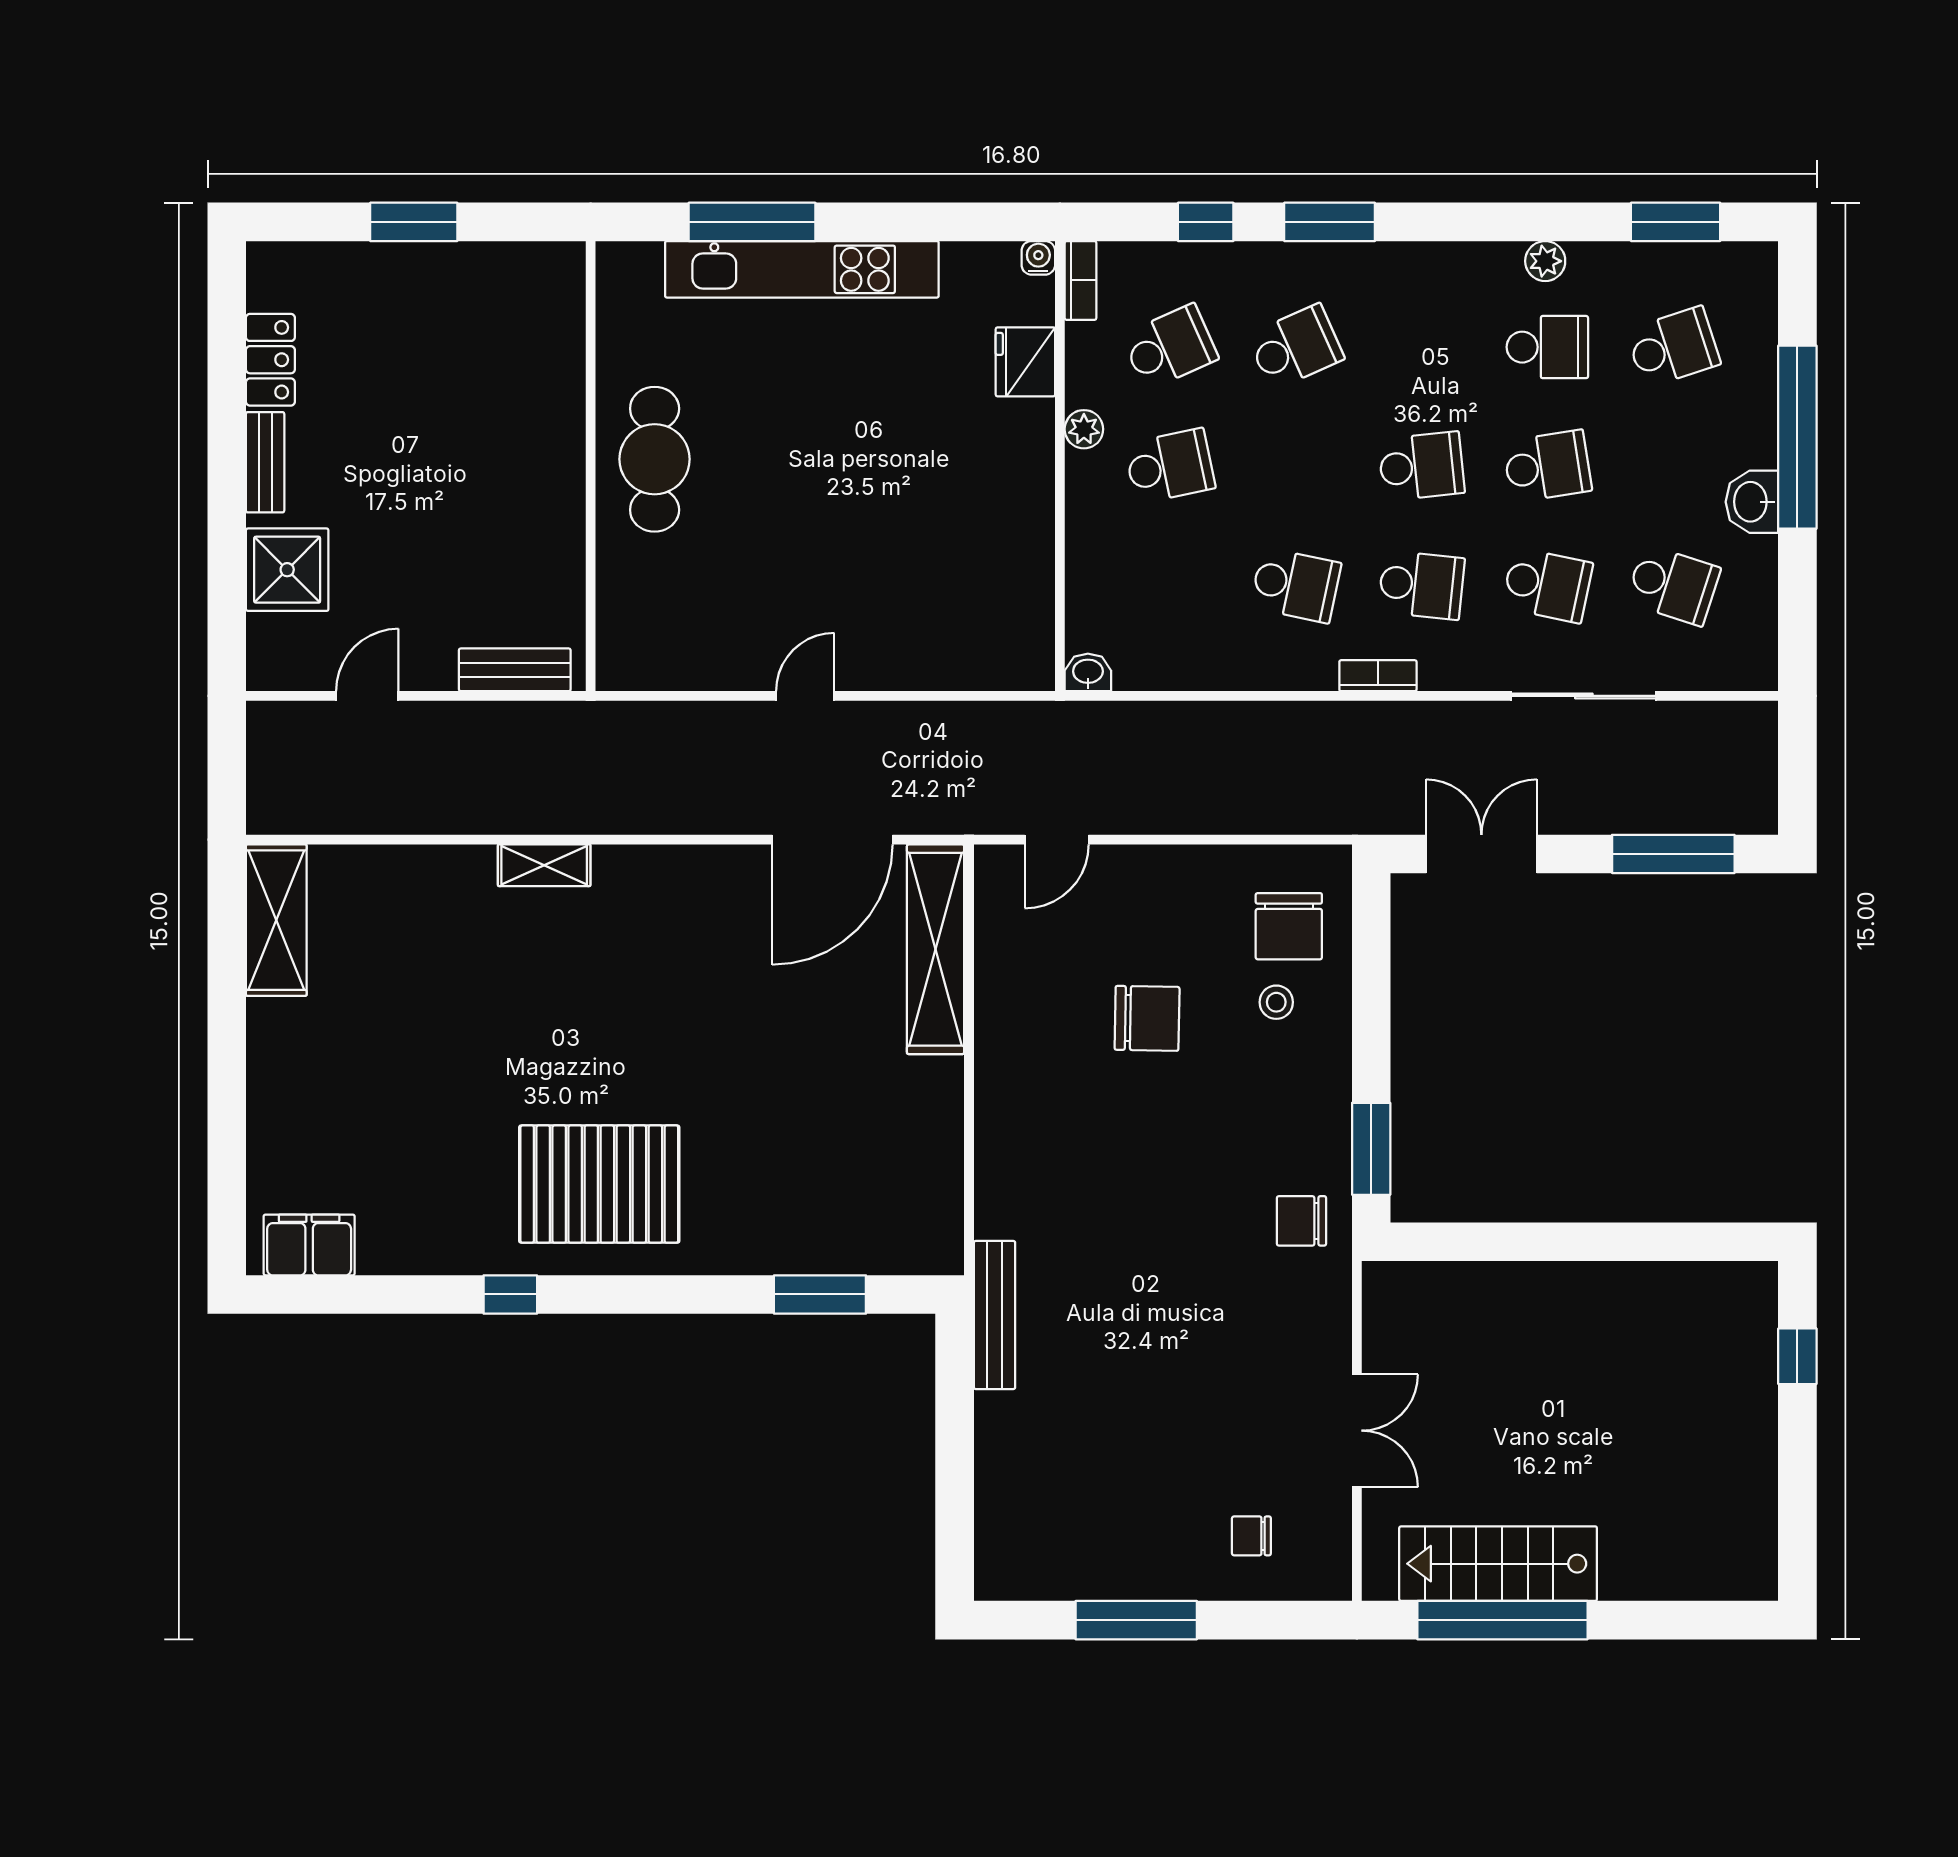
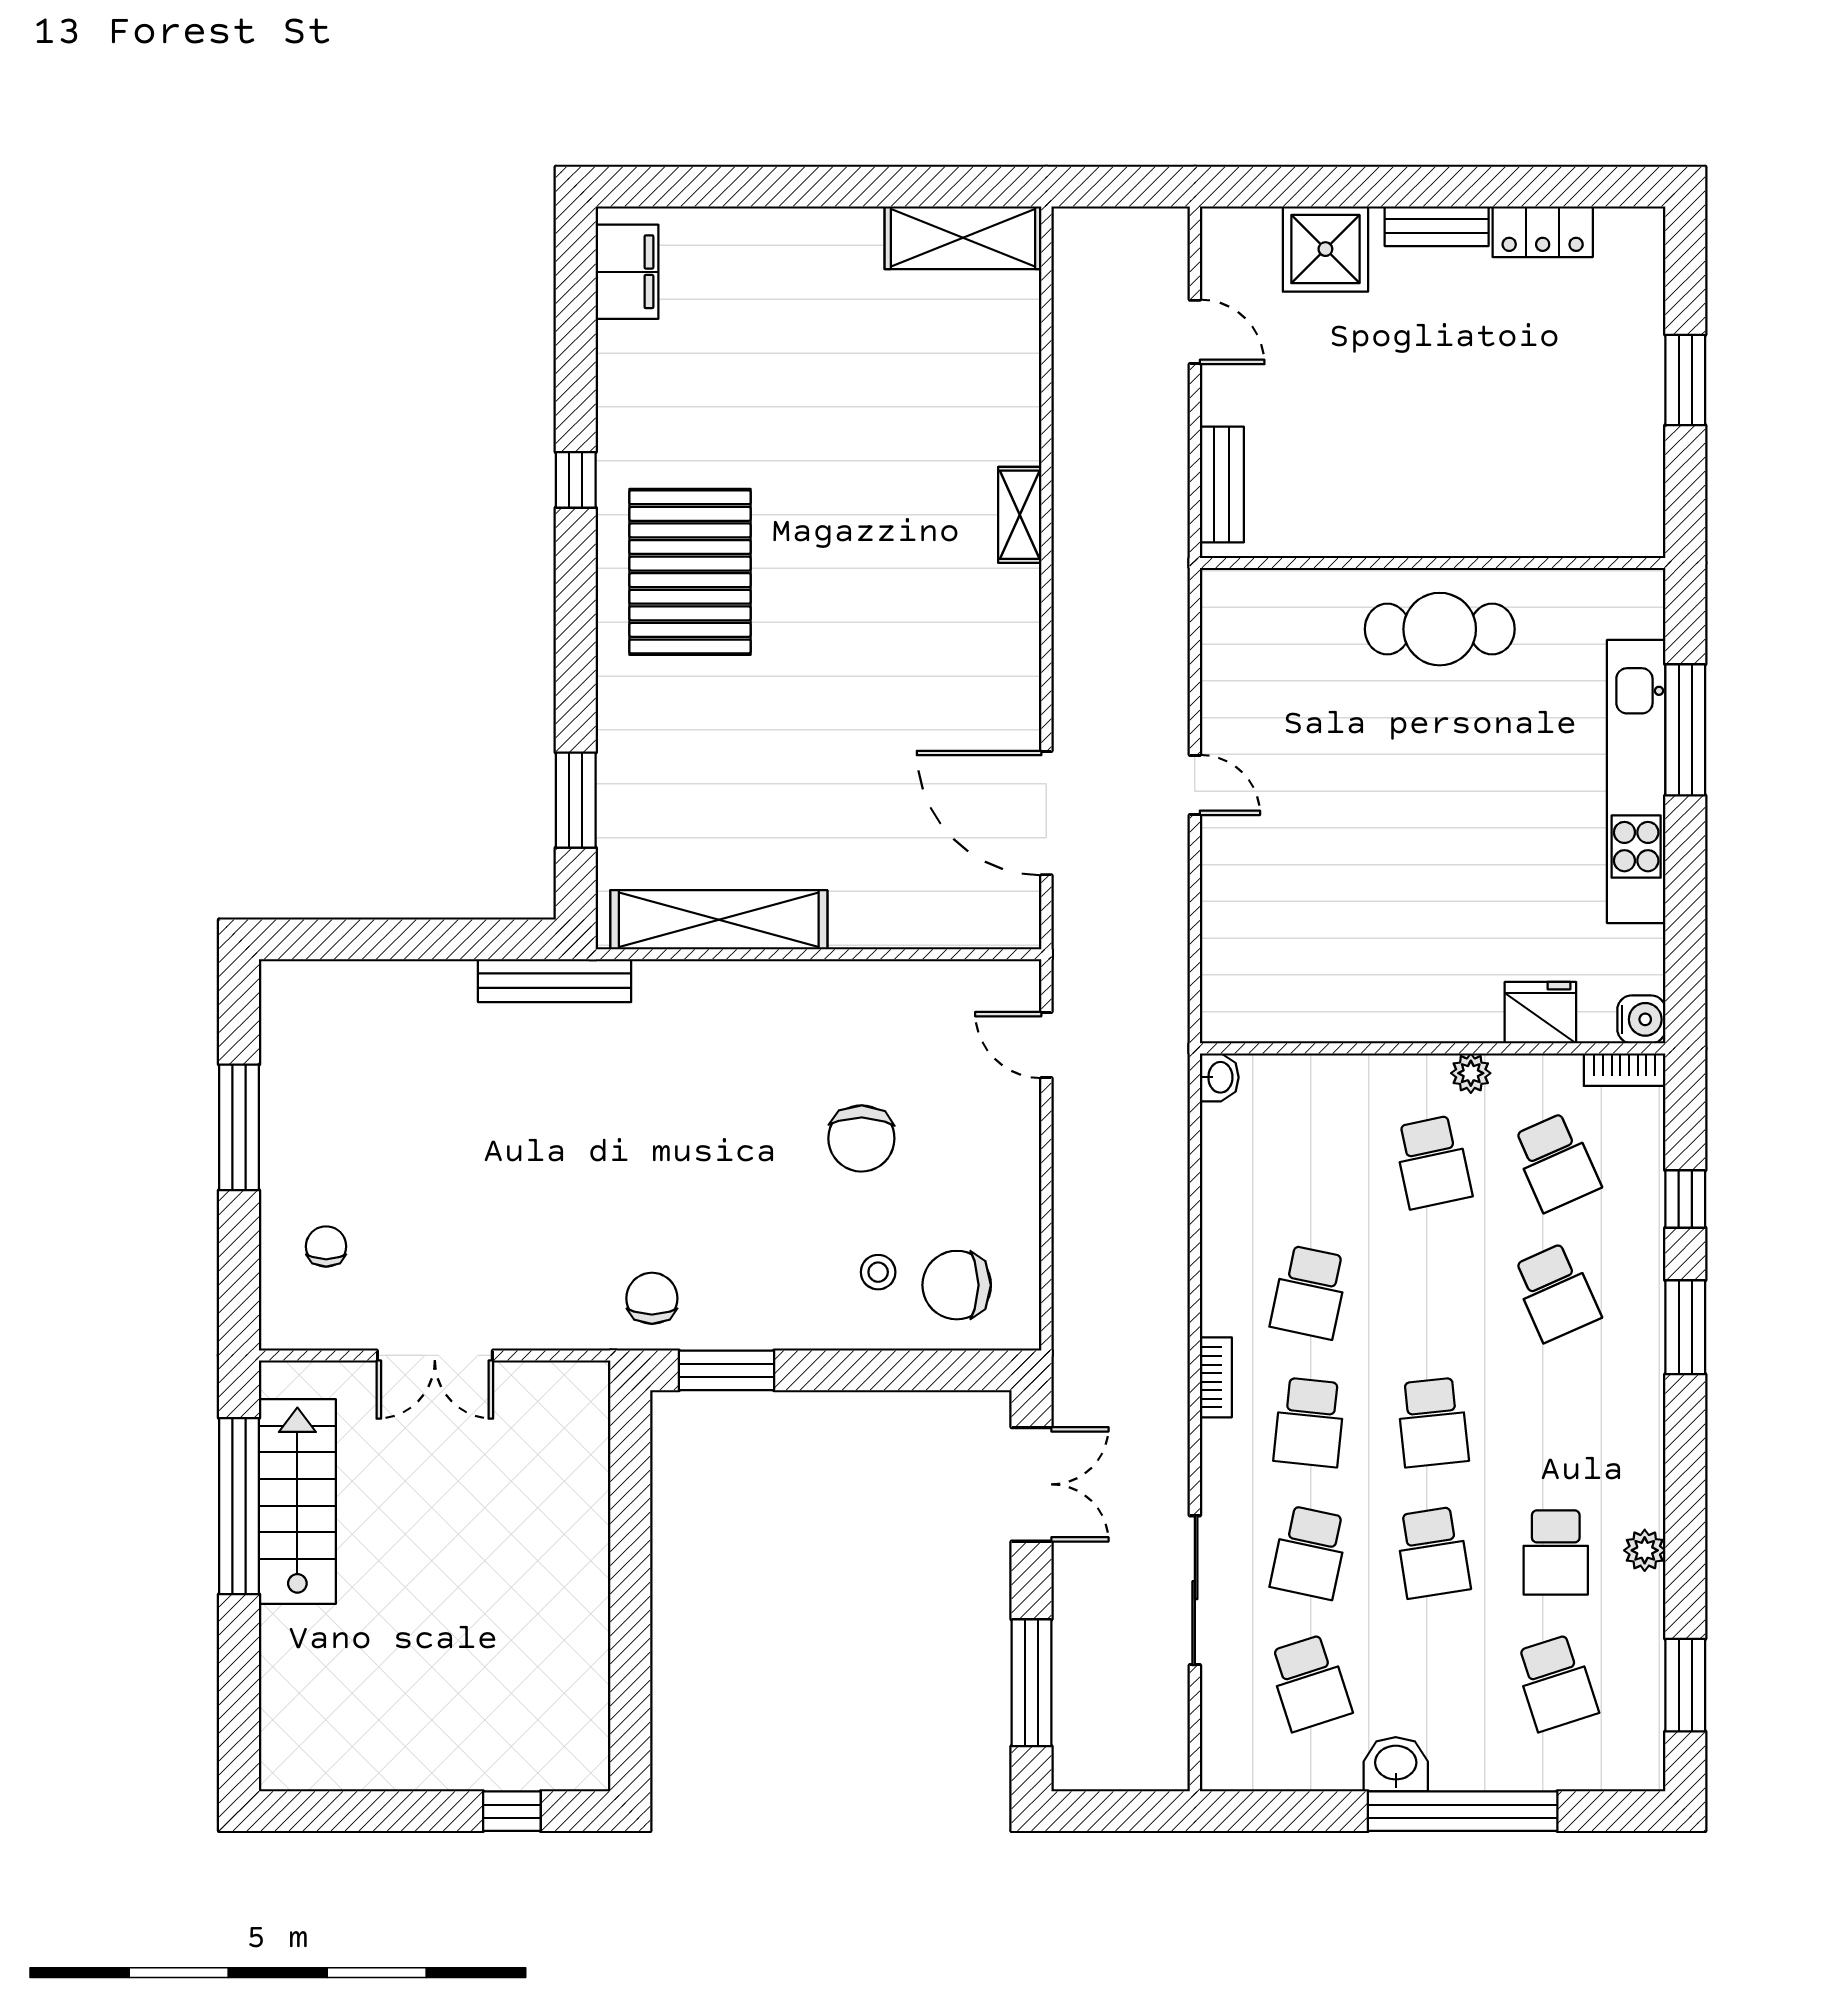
water cooler: (1038, 258) -> (1641, 1019), width x1.38, depth x1.38
school desk: (1673, 585) -> (1309, 1683), turned -36
shelving: (936, 949) -> (719, 920), moved

